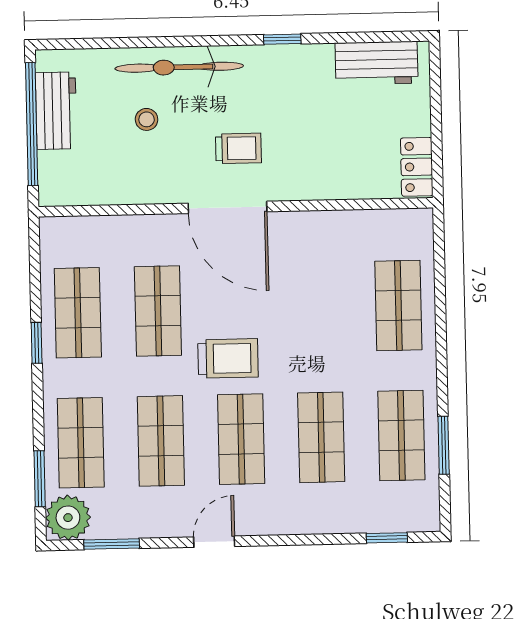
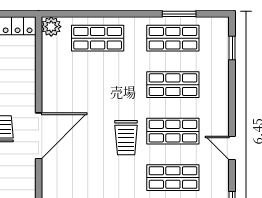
plant: (417, 225) -> (51, 27), added
shop shelf: (158, 311) -> (98, 178), removed
trolley: (228, 358) -> (126, 138), turned 180

